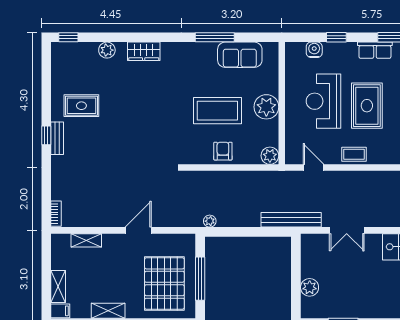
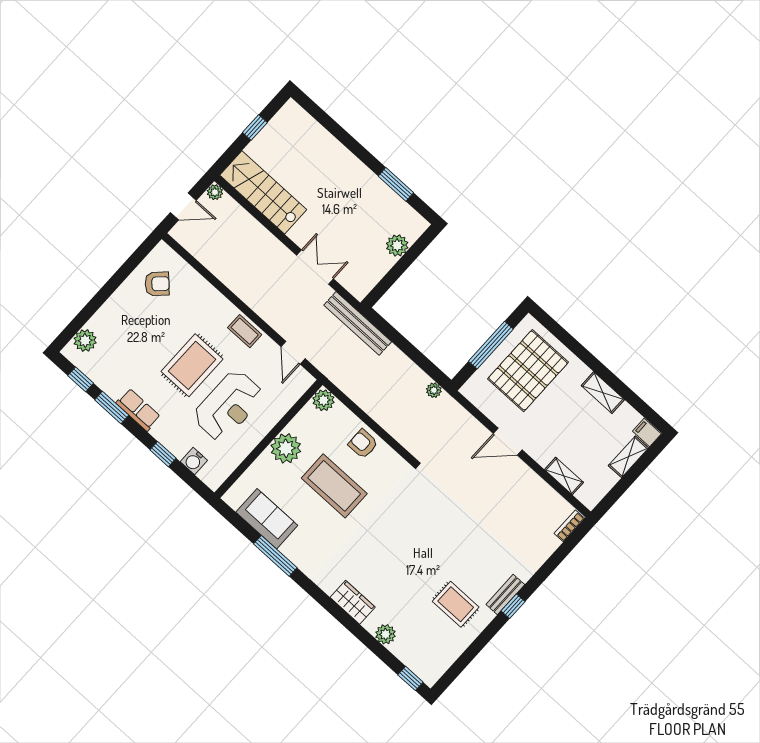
armchair: (223, 151) -> (363, 444), turned 90

